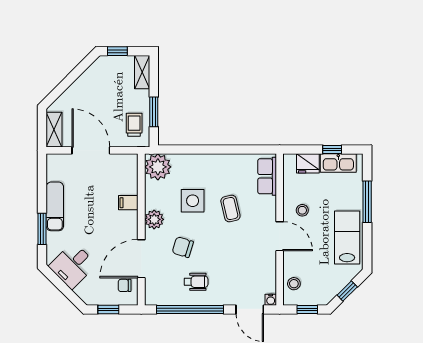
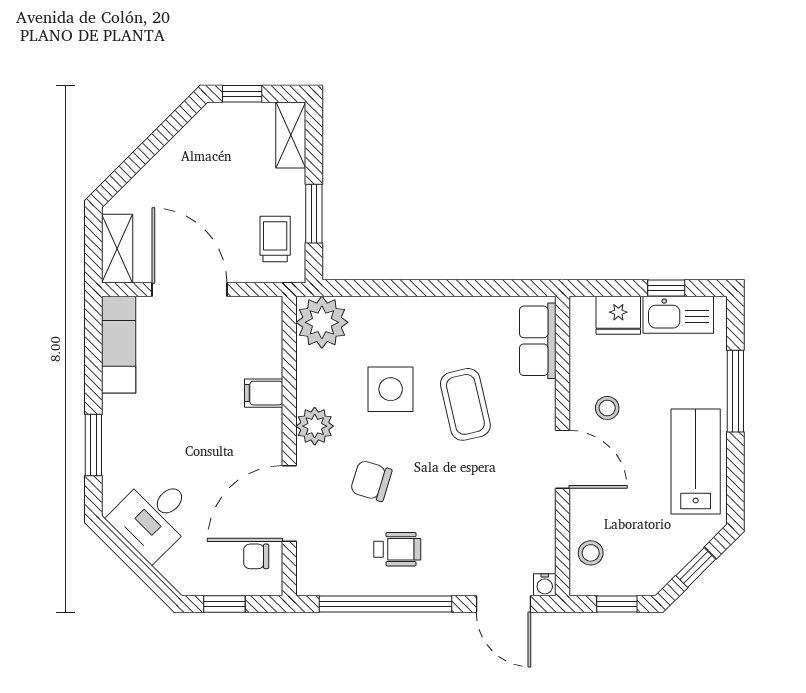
exam couch: (55, 206) -> (119, 345), moved
coffee table: (230, 209) -> (465, 404), width x1.36, depth x1.30

